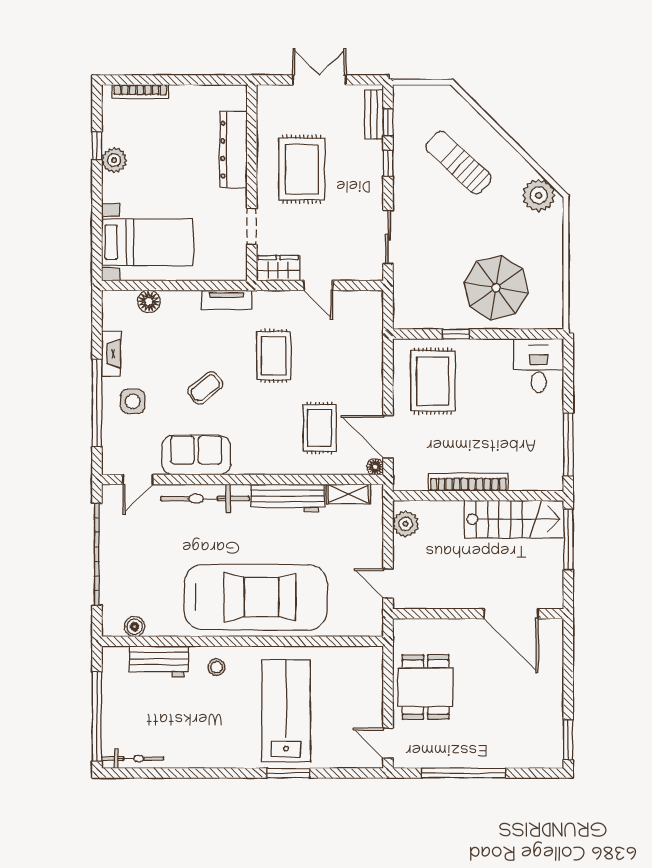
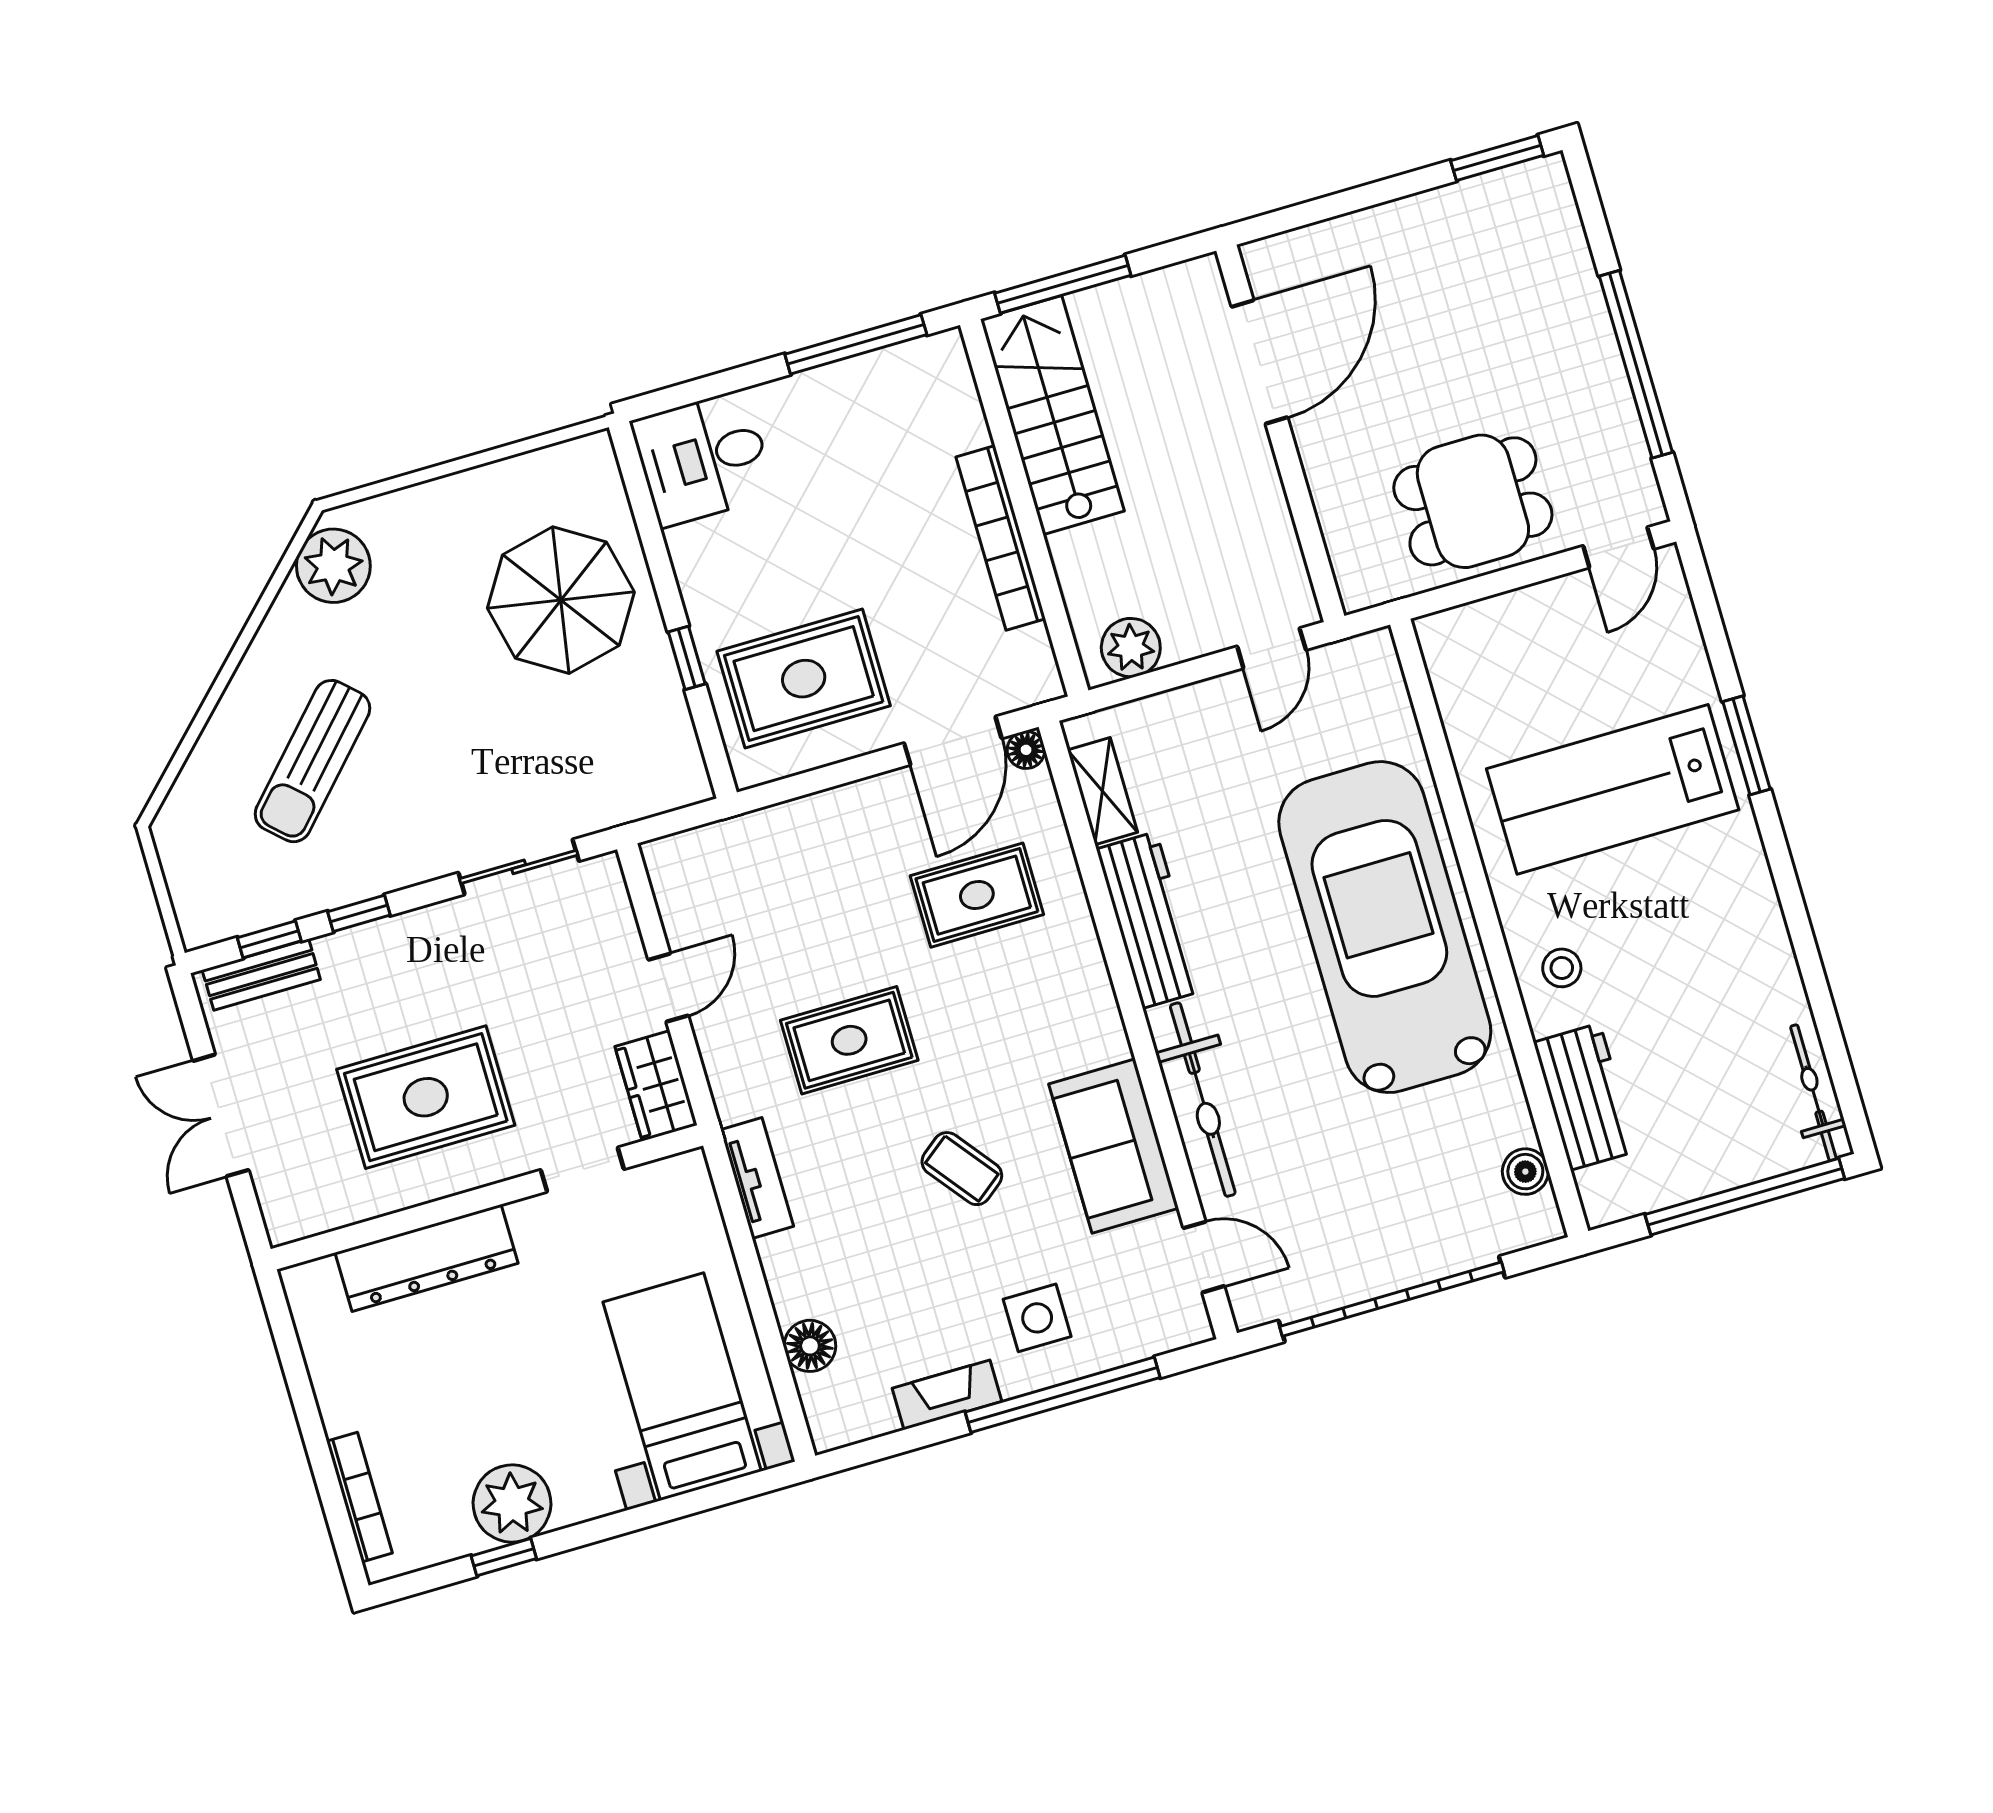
plant: (114, 160) -> (512, 1503), width x1.36, depth x1.36

